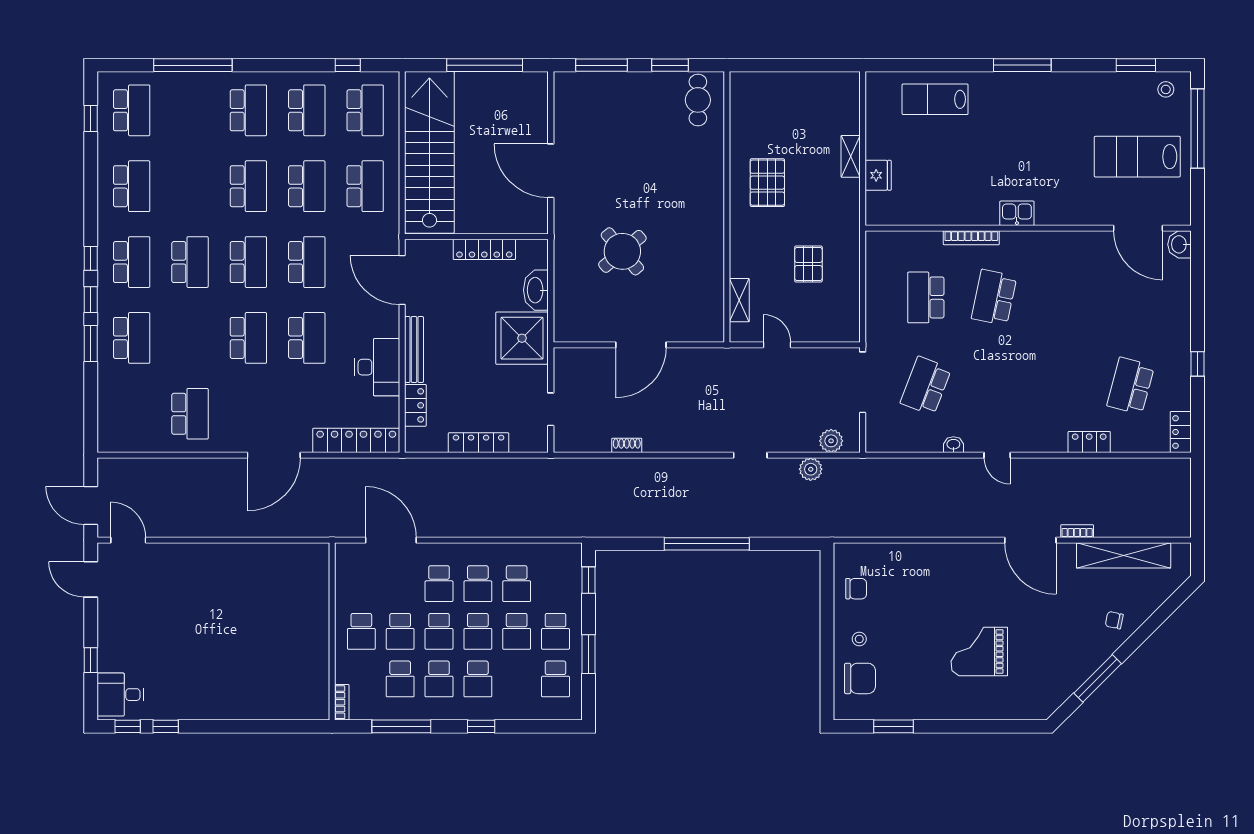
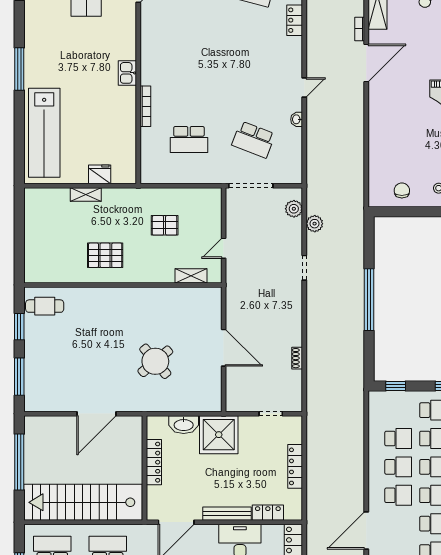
lab bench: (935, 99) -> (44, 133), width x1.86, depth x1.39
school desk: (994, 297) -> (189, 90), removed

